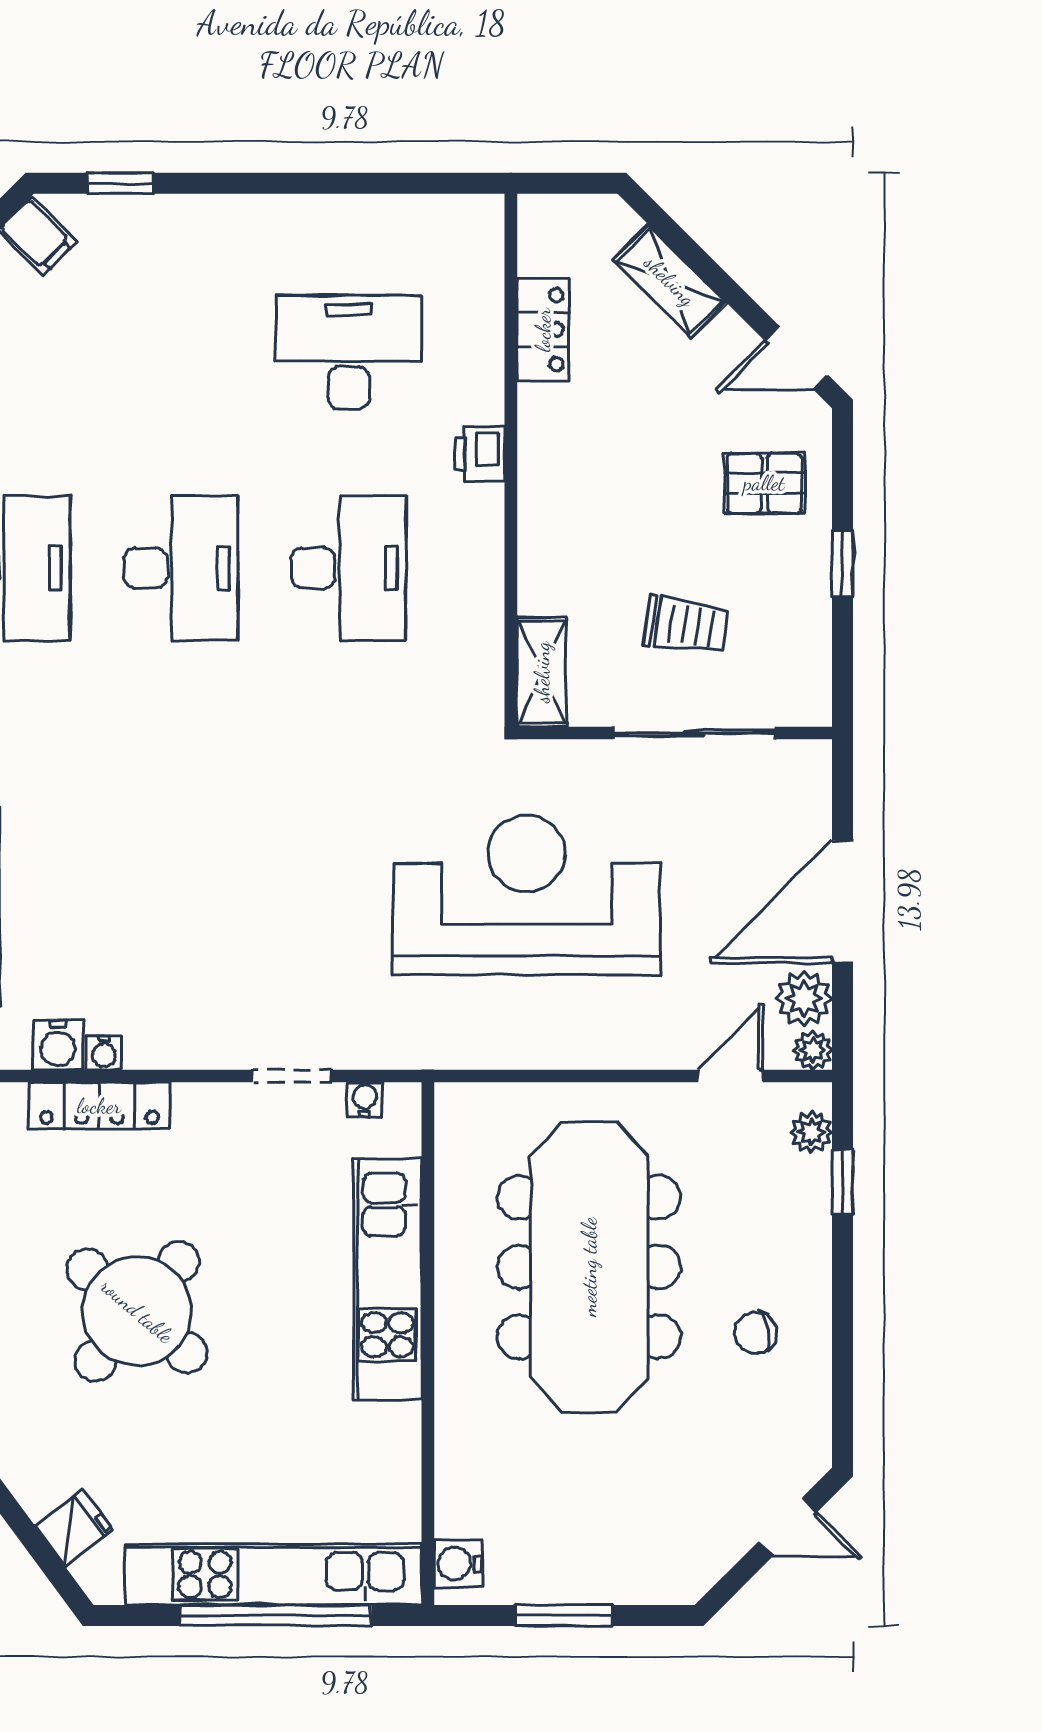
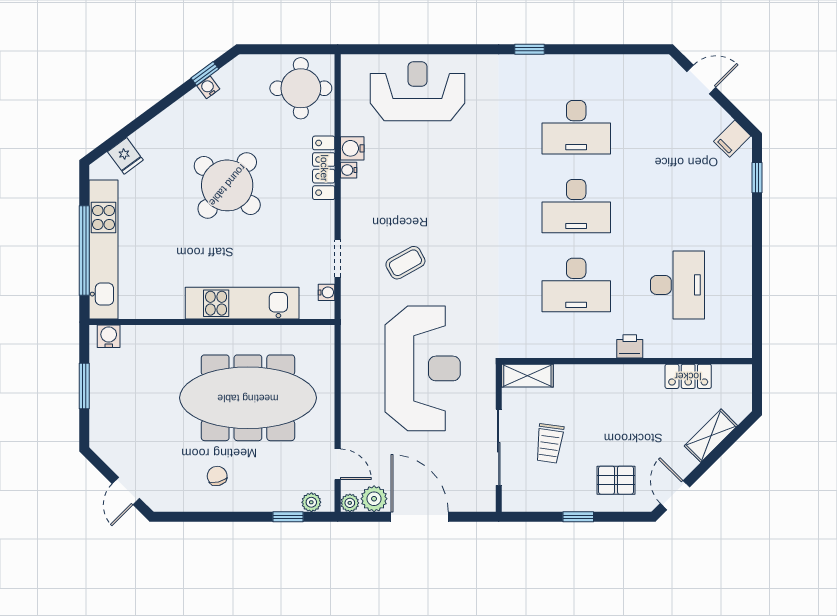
pallet: (764, 483) -> (616, 480), turned 90
coffee table: (301, 932) -> (405, 263), added

